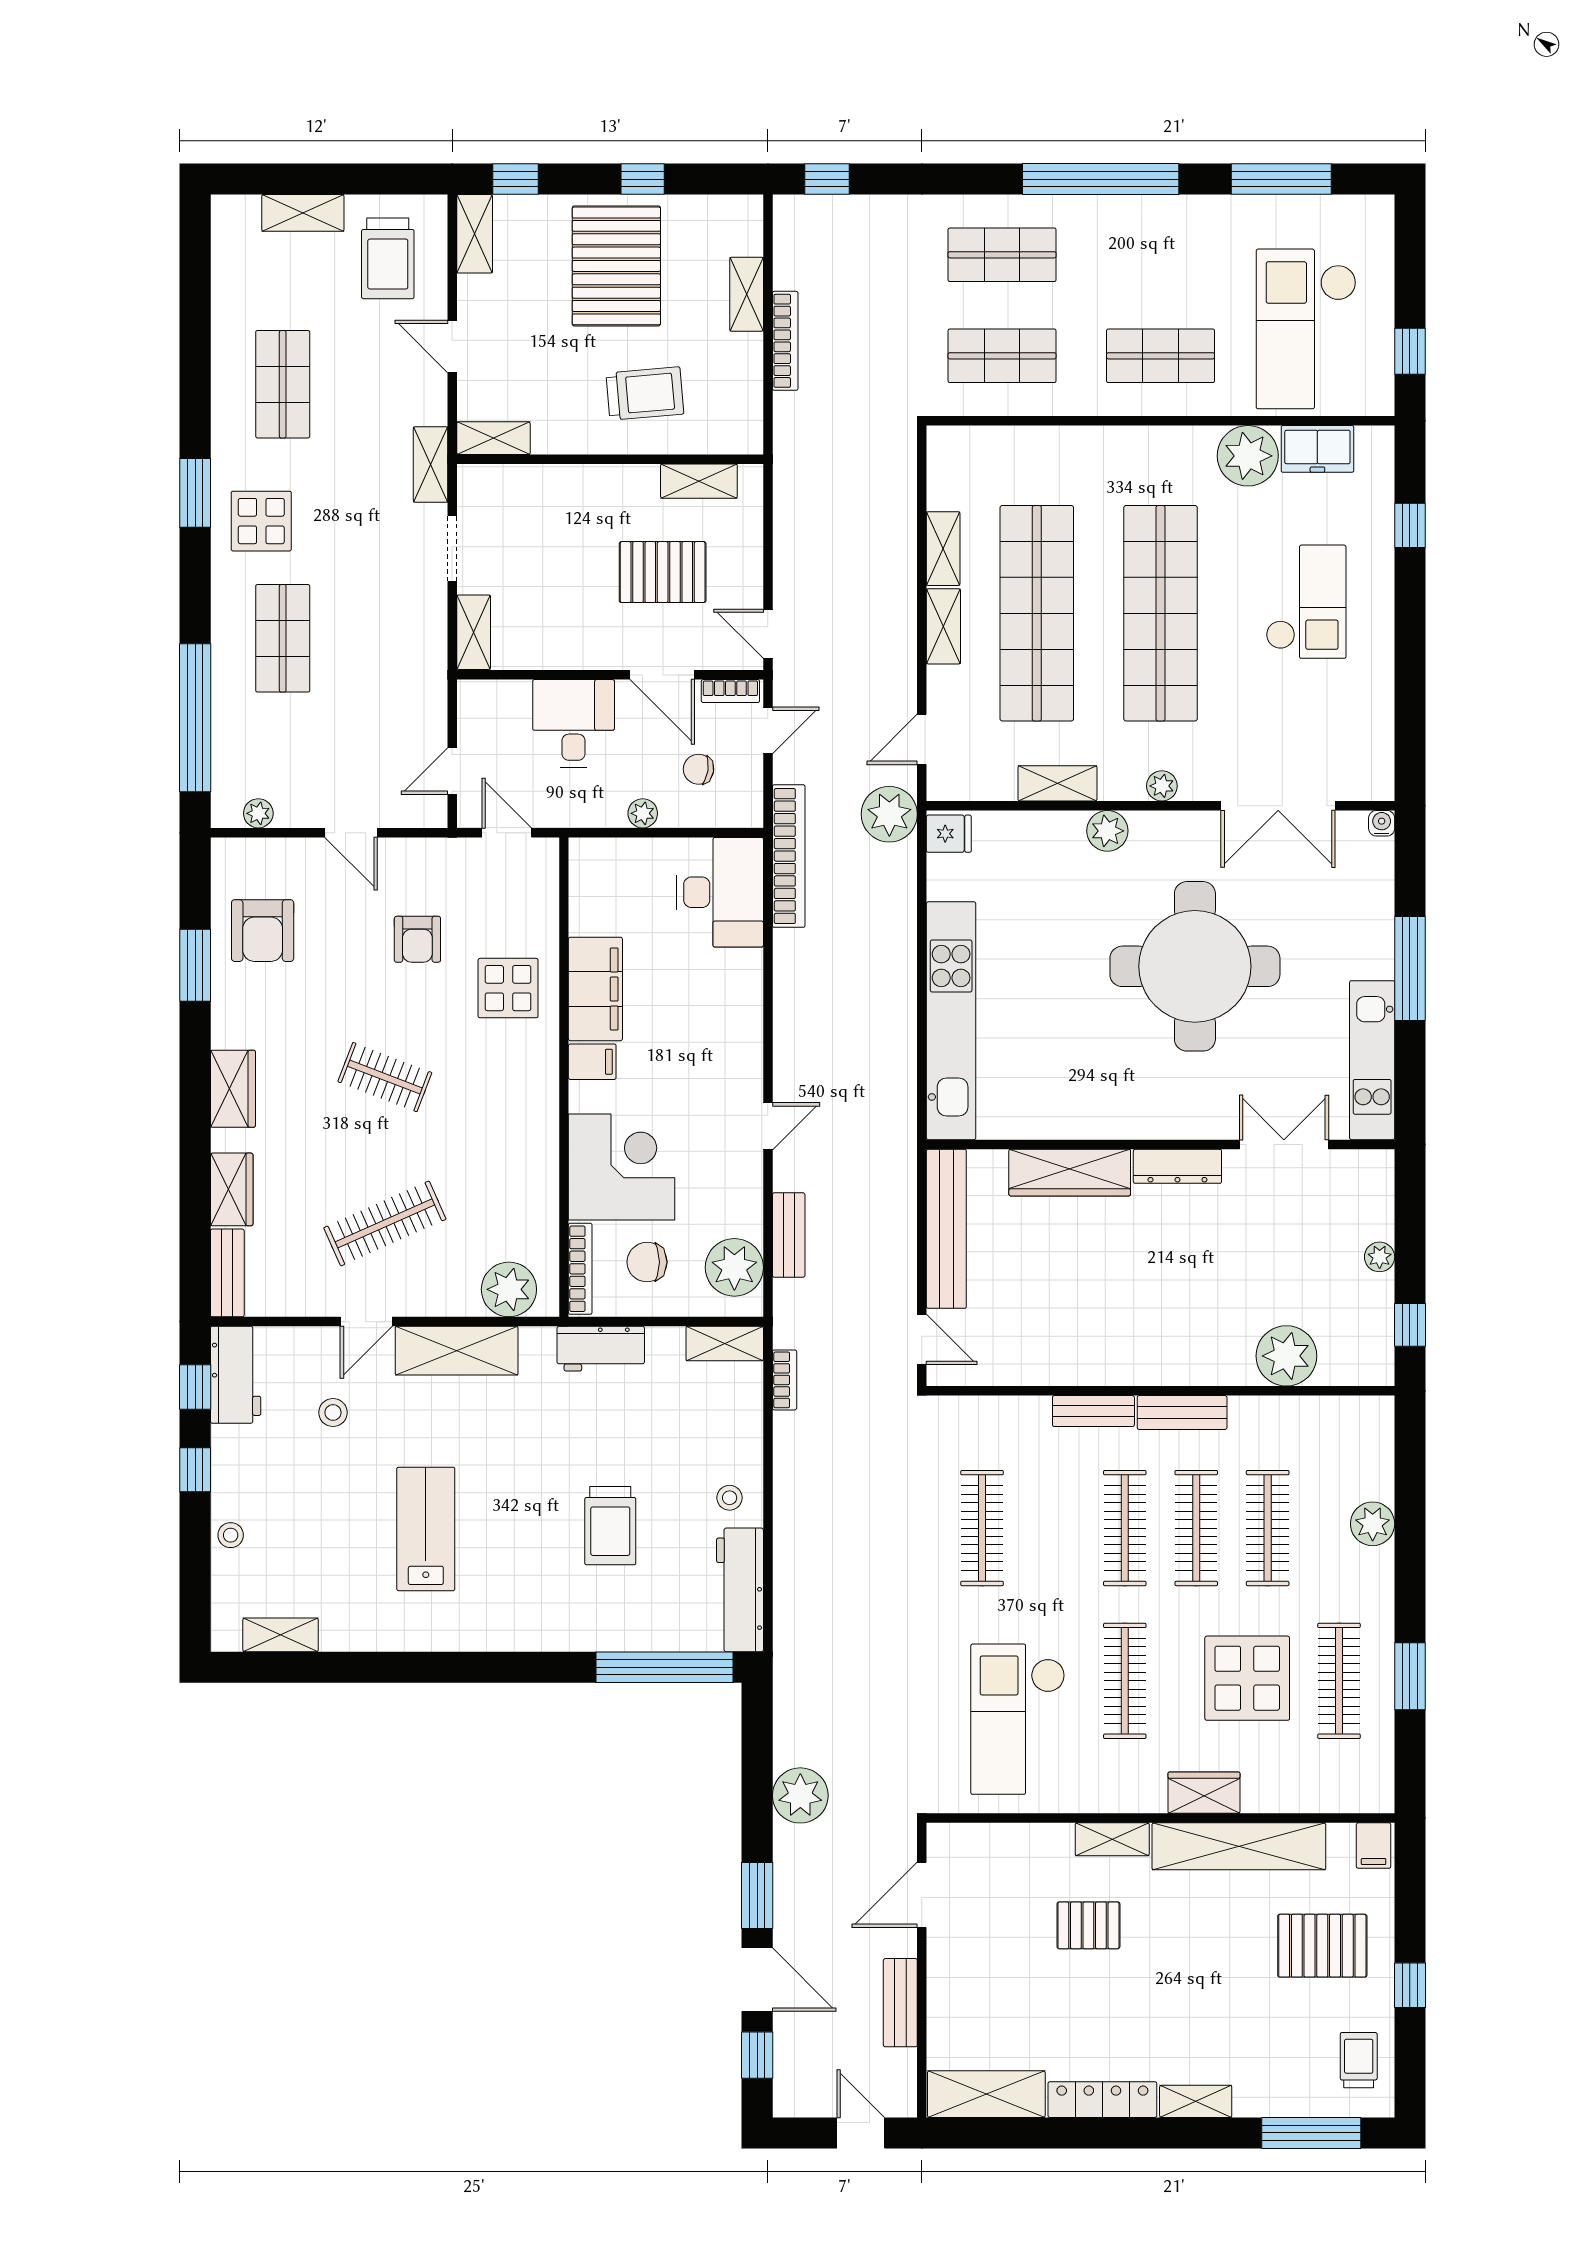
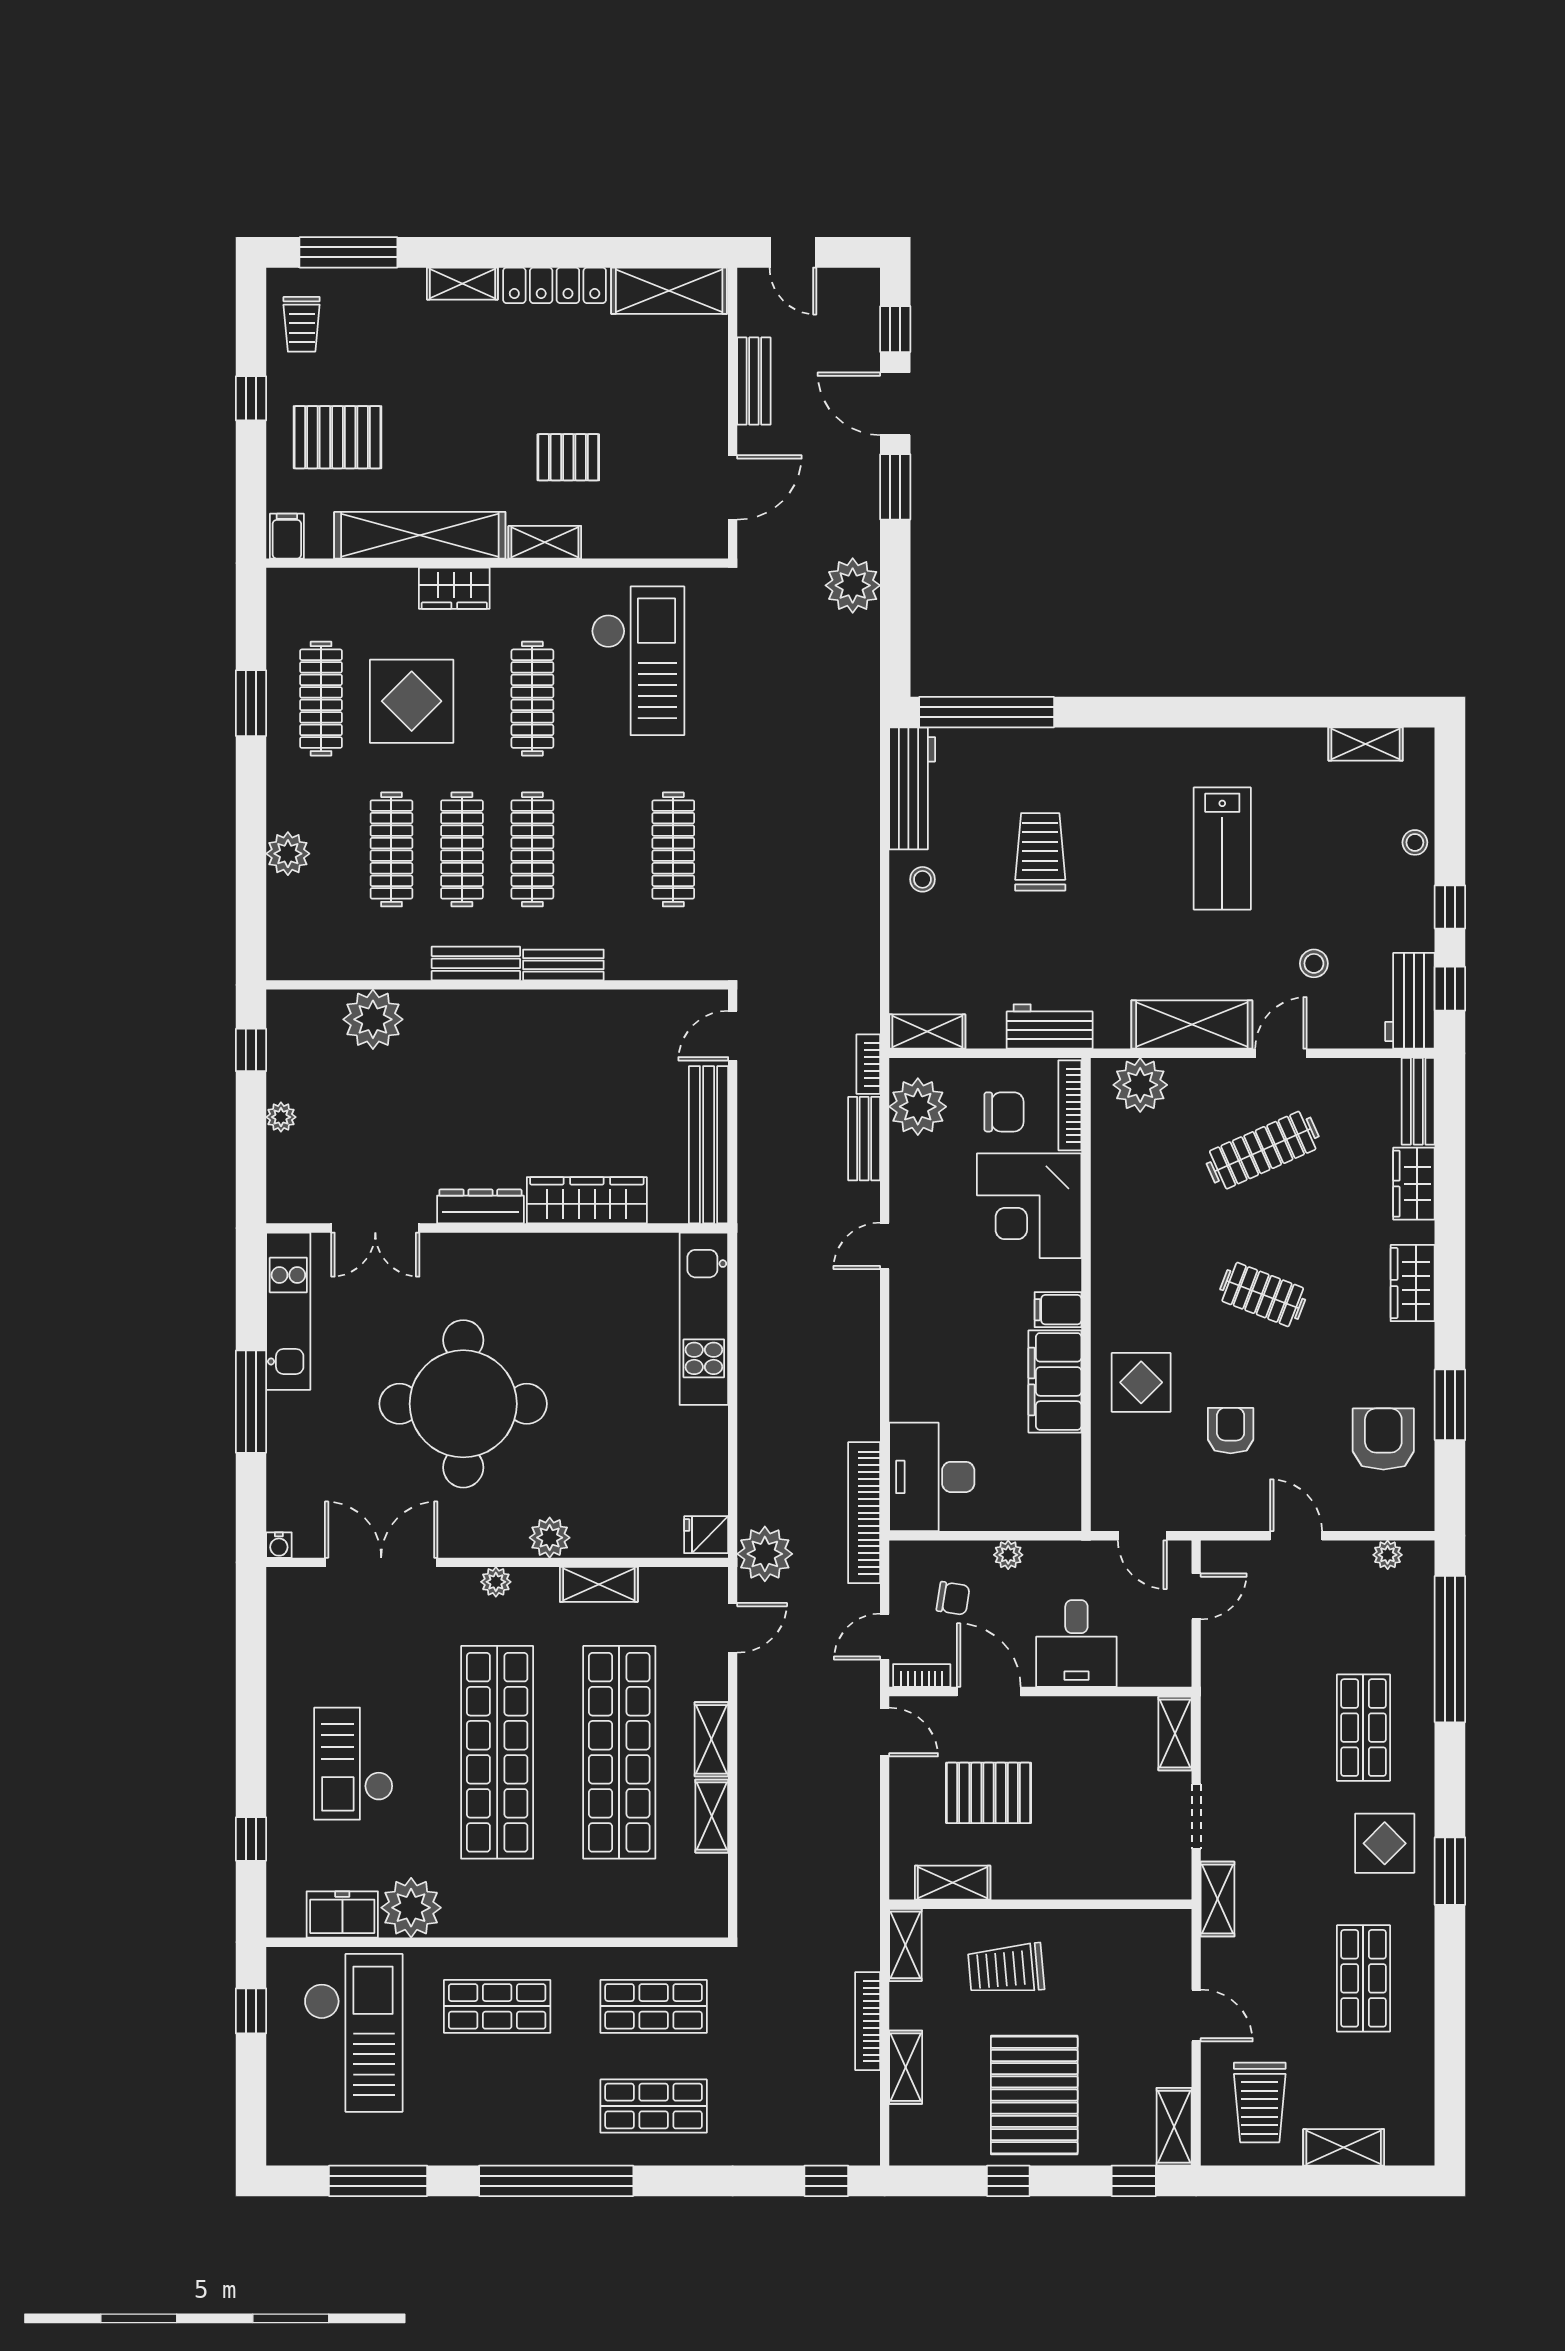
trolley: (388, 258) -> (1260, 2102), turned 180
shelving: (493, 438) -> (905, 1945), moved, turned 90
kitchen unit: (951, 1021) -> (704, 1319), width x0.73
door: (922, 1339) -> (733, 1036), hinge flipped
bookcase: (785, 1380) -> (868, 1064), moved

